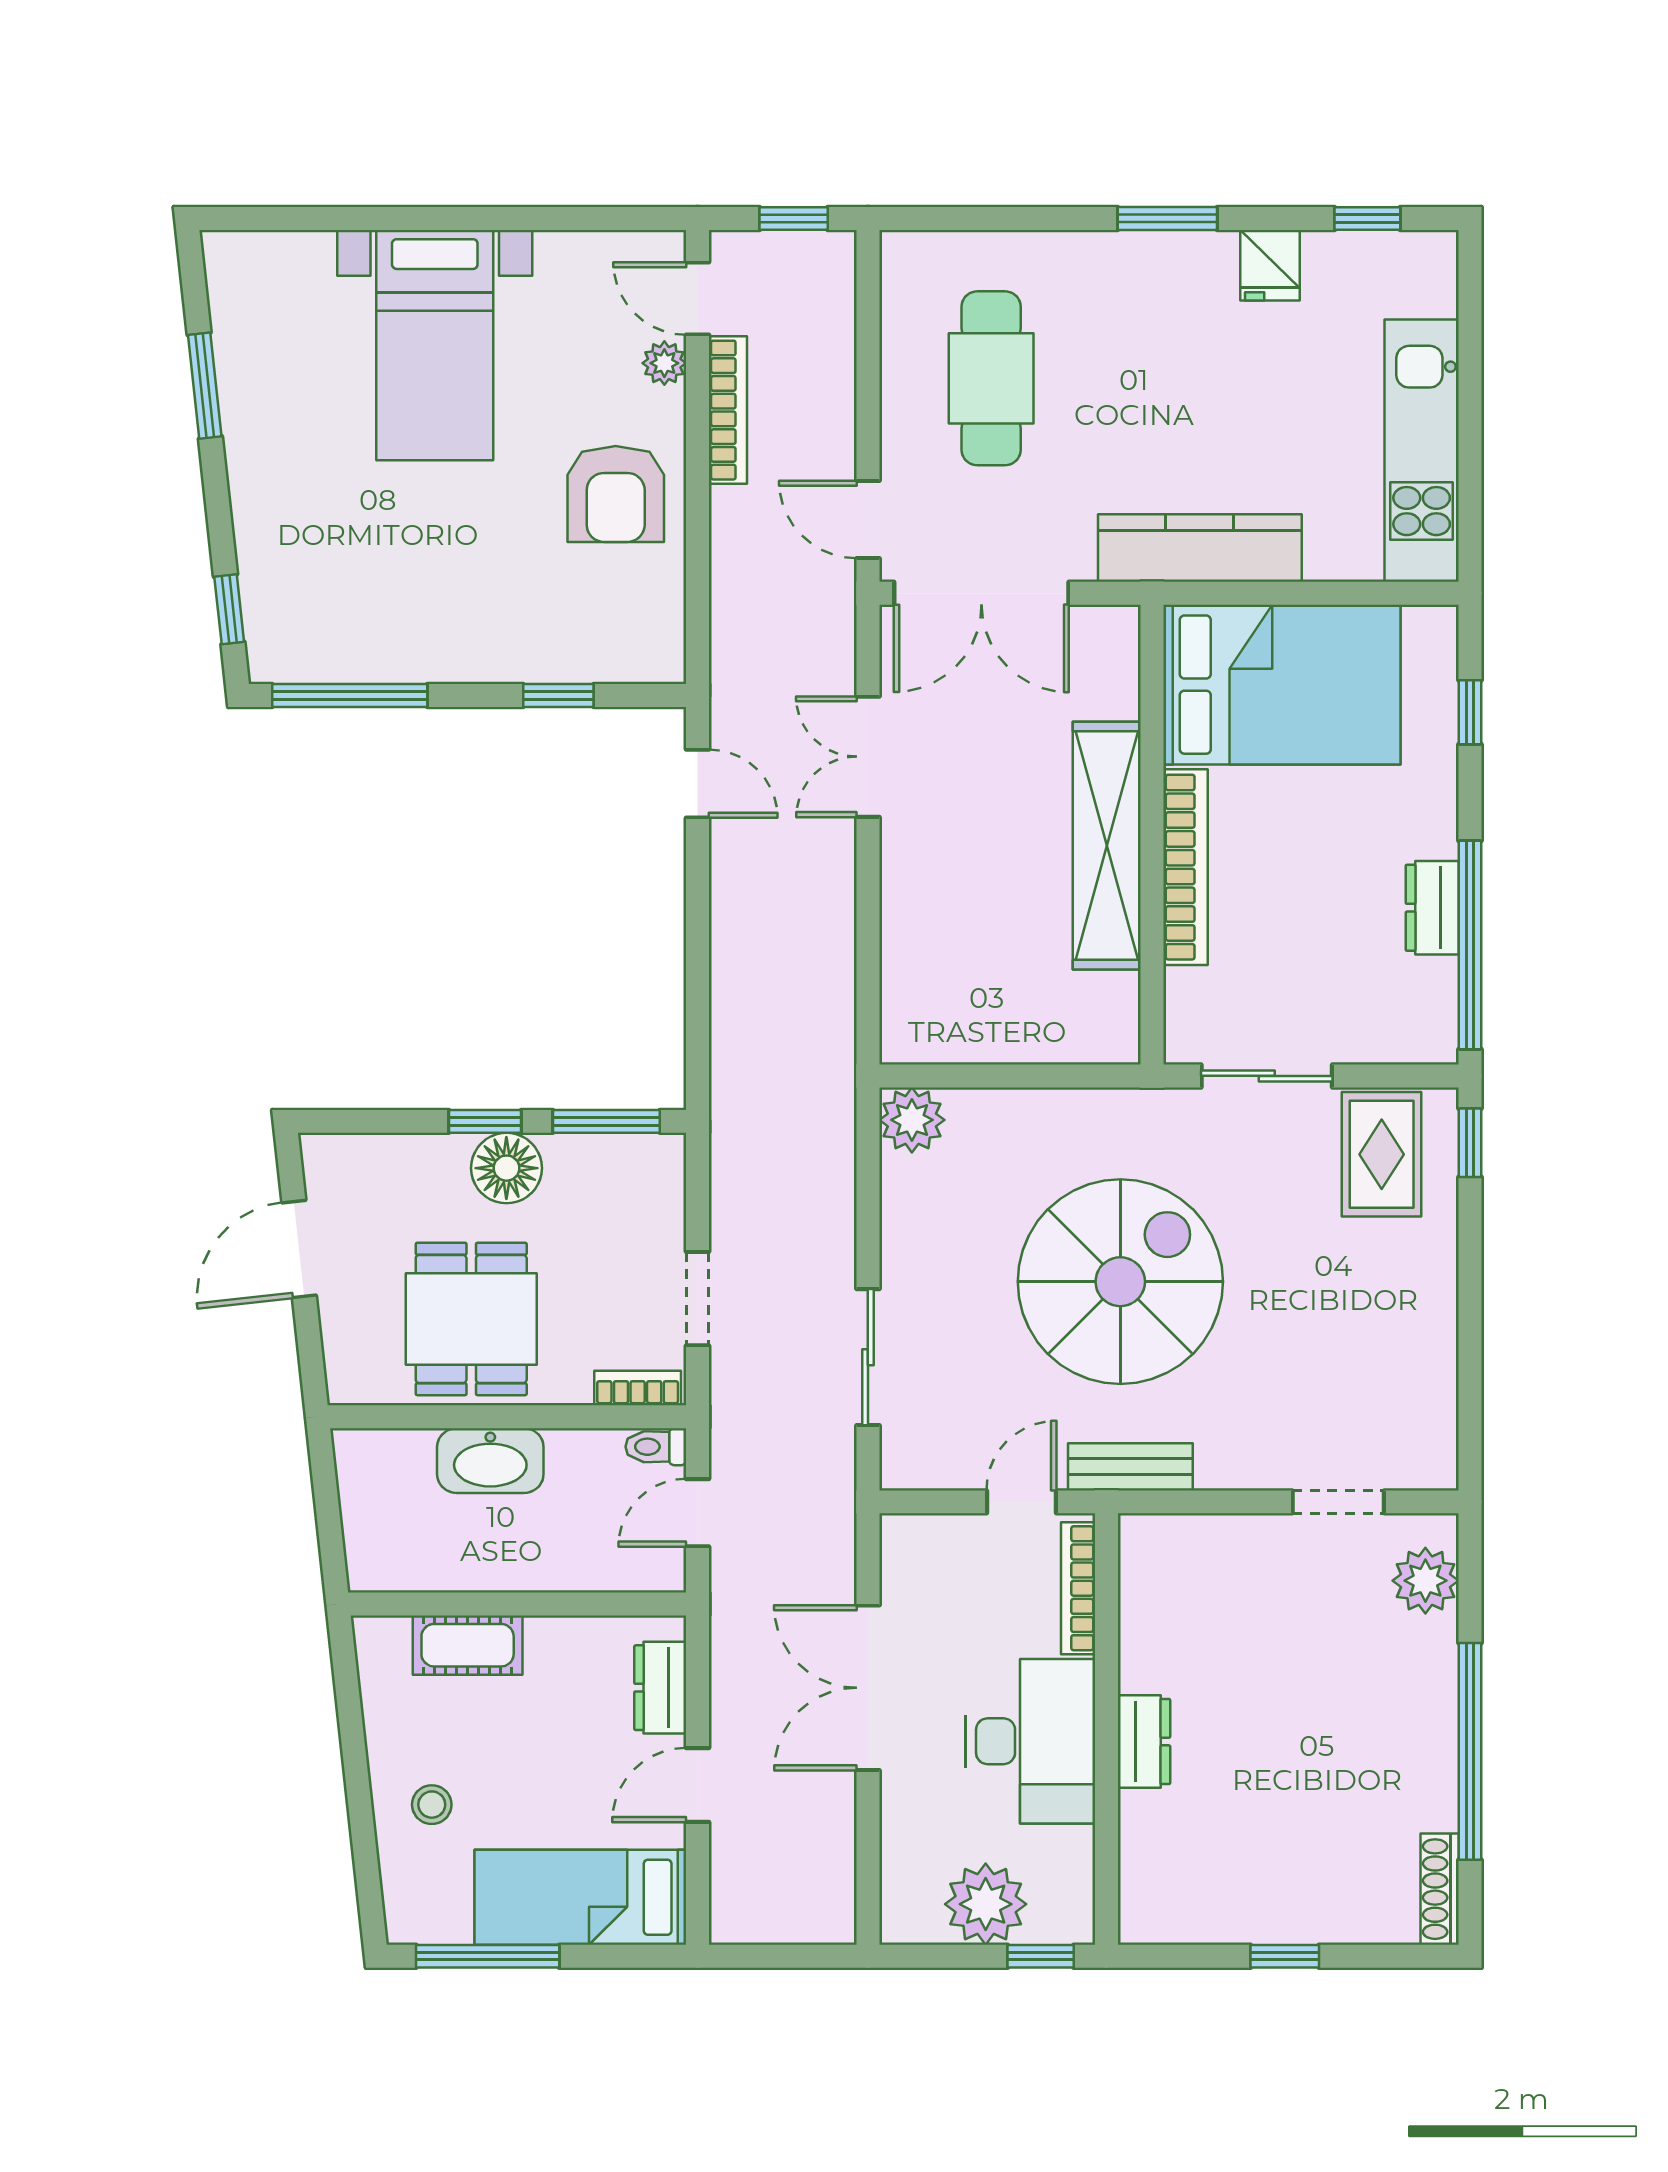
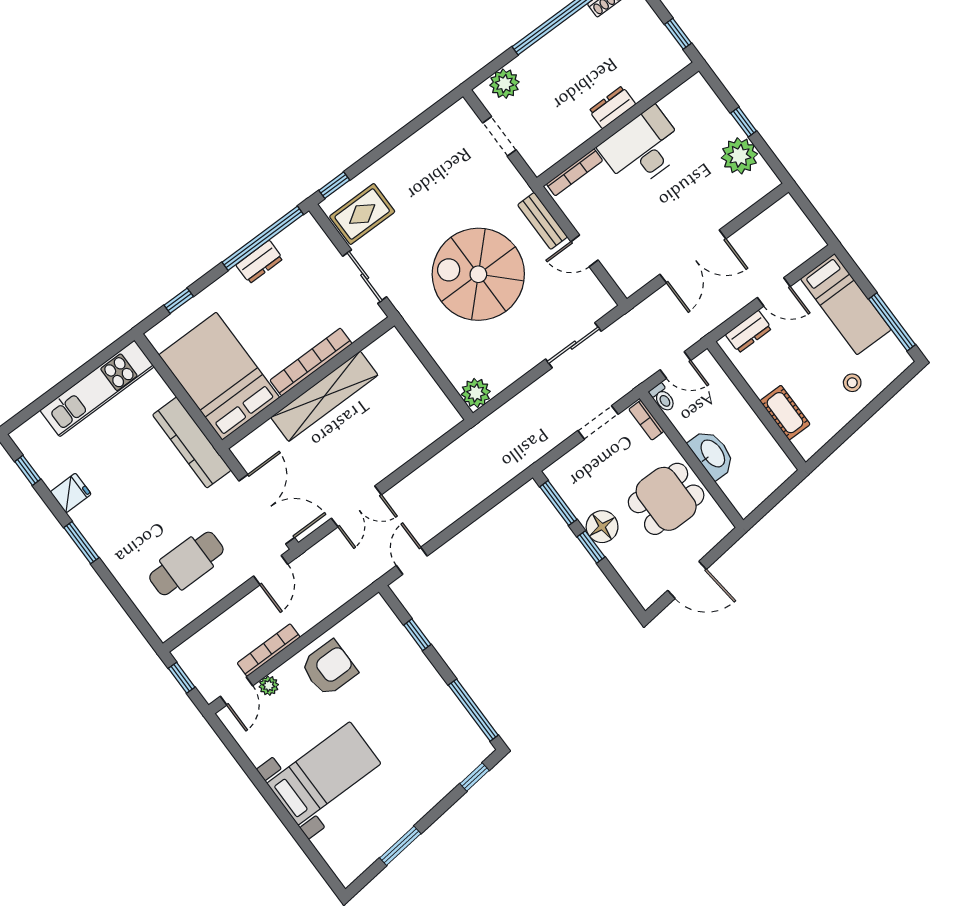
bookcase: (1078, 1588) -> (575, 172), moved
wall: (1106, 1729) -> (618, 124), moved
desk: (1030, 1741) -> (643, 148), moved
dresser: (1144, 1742) -> (612, 107), moved

